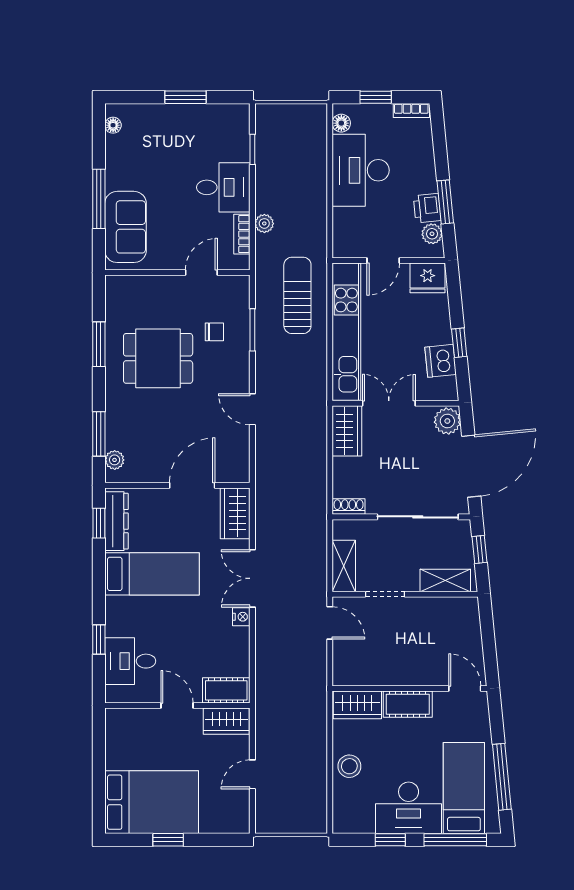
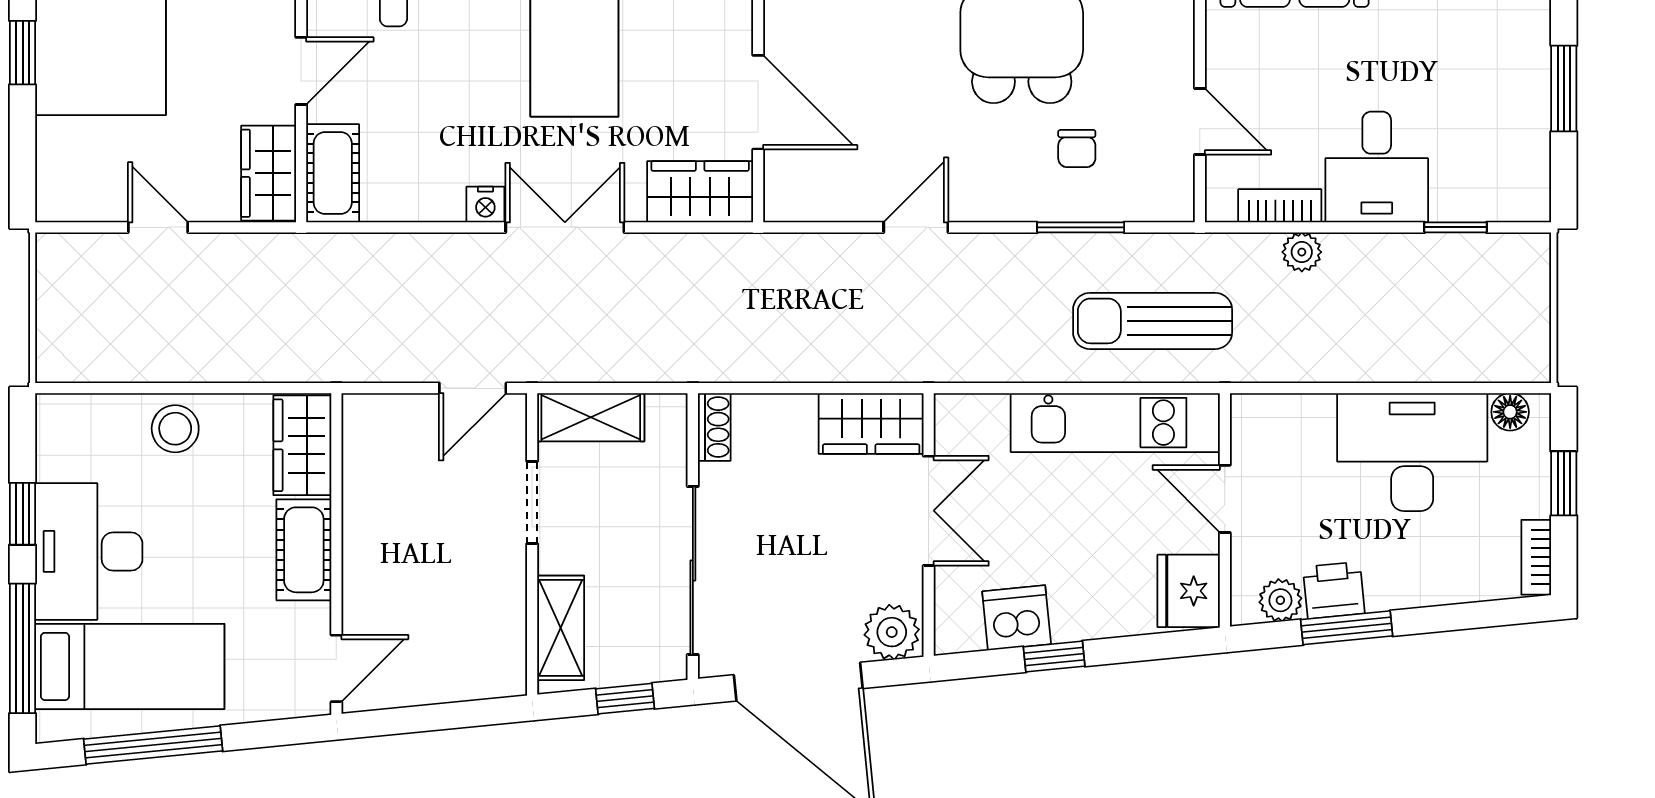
sun lounger: (297, 295) -> (1153, 321), turned 180
kitchen unit: (346, 332) -> (1115, 423), width x0.73

